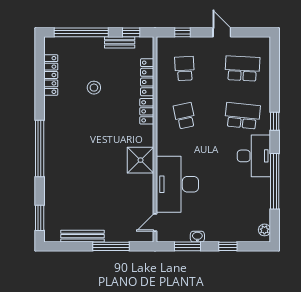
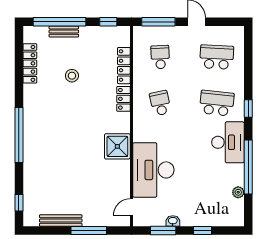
window: (183, 32) -> (158, 22), width x2.17
bench: (120, 42) -> (64, 32), moved
window: (40, 218) -> (19, 203), width x0.67
plant: (264, 230) -> (238, 192), moved

